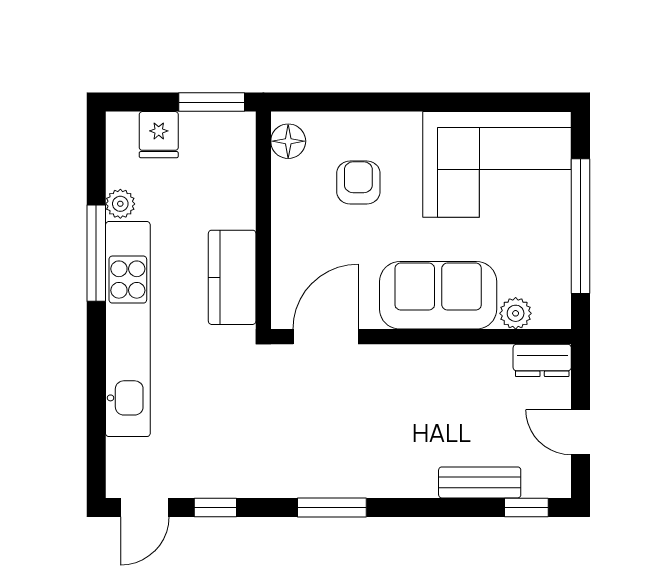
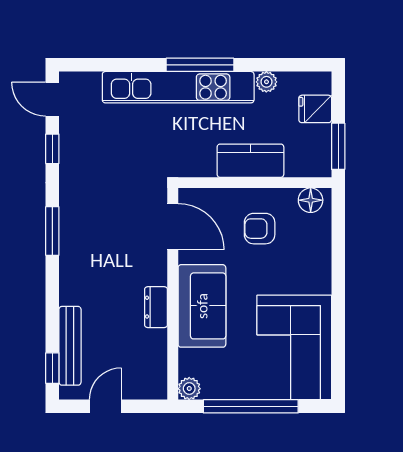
armchair: (358, 182) -> (260, 229), moved, turned 180
window: (96, 253) -> (200, 65), moved
kitchen counter: (232, 277) -> (250, 161), moved
plant: (516, 313) -> (189, 389), moved
dresser: (542, 360) -> (156, 307), moved
bench: (480, 482) -> (70, 346), width x1.36

